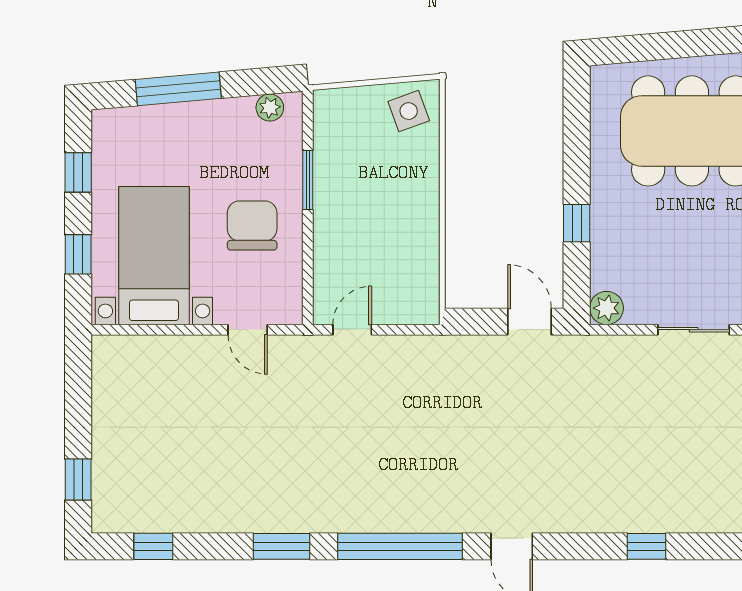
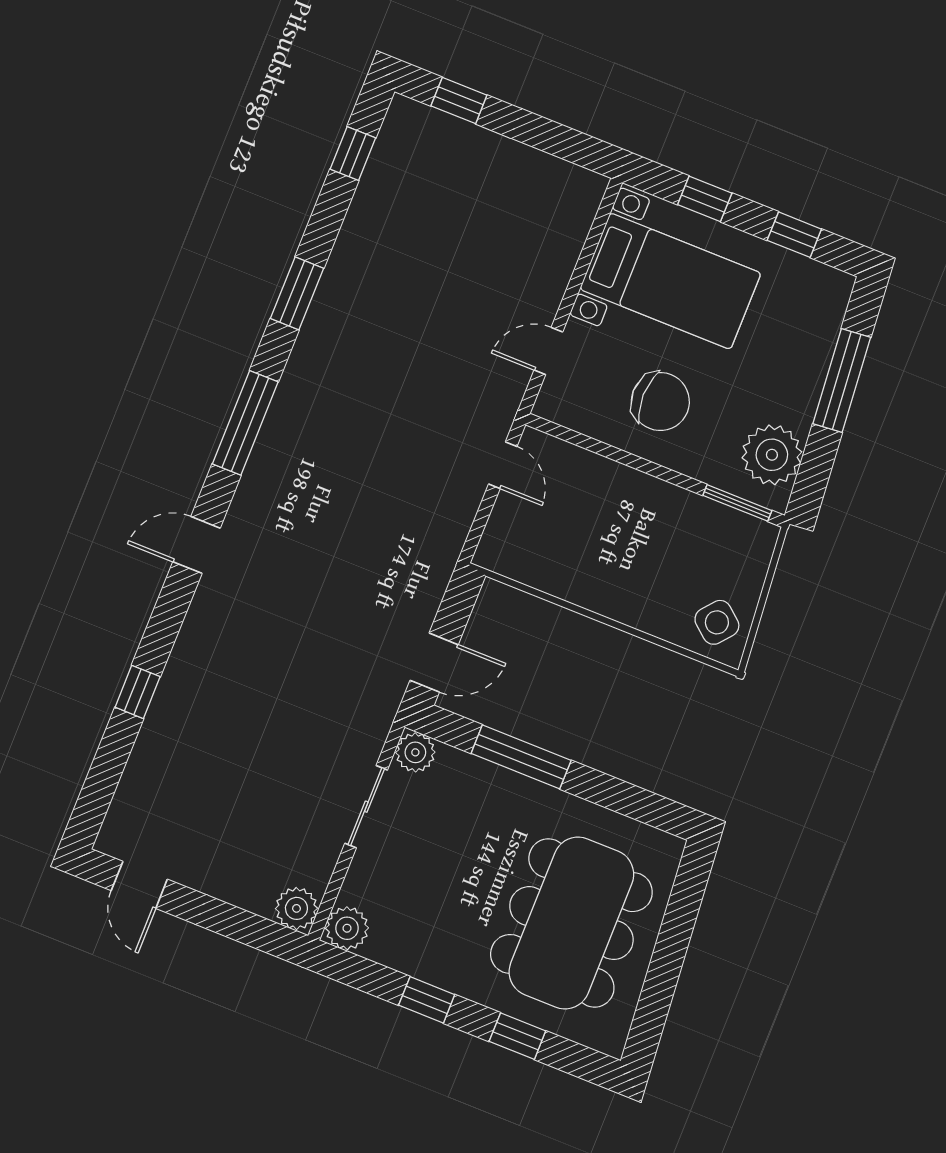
plant: (270, 108) -> (772, 455), width x1.87, depth x1.87
side table: (409, 111) -> (717, 622), turned -30
window: (308, 180) -> (737, 503), moved
window: (577, 223) -> (521, 757), width x2.17
sliding door: (694, 330) -> (366, 807), moved
window: (400, 546) -> (245, 423), width x0.68

